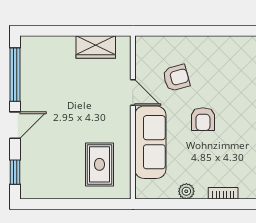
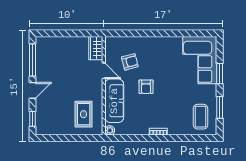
wardrobe: (96, 47) -> (96, 48), moved, turned 90
plant: (186, 191) -> (110, 130), moved

